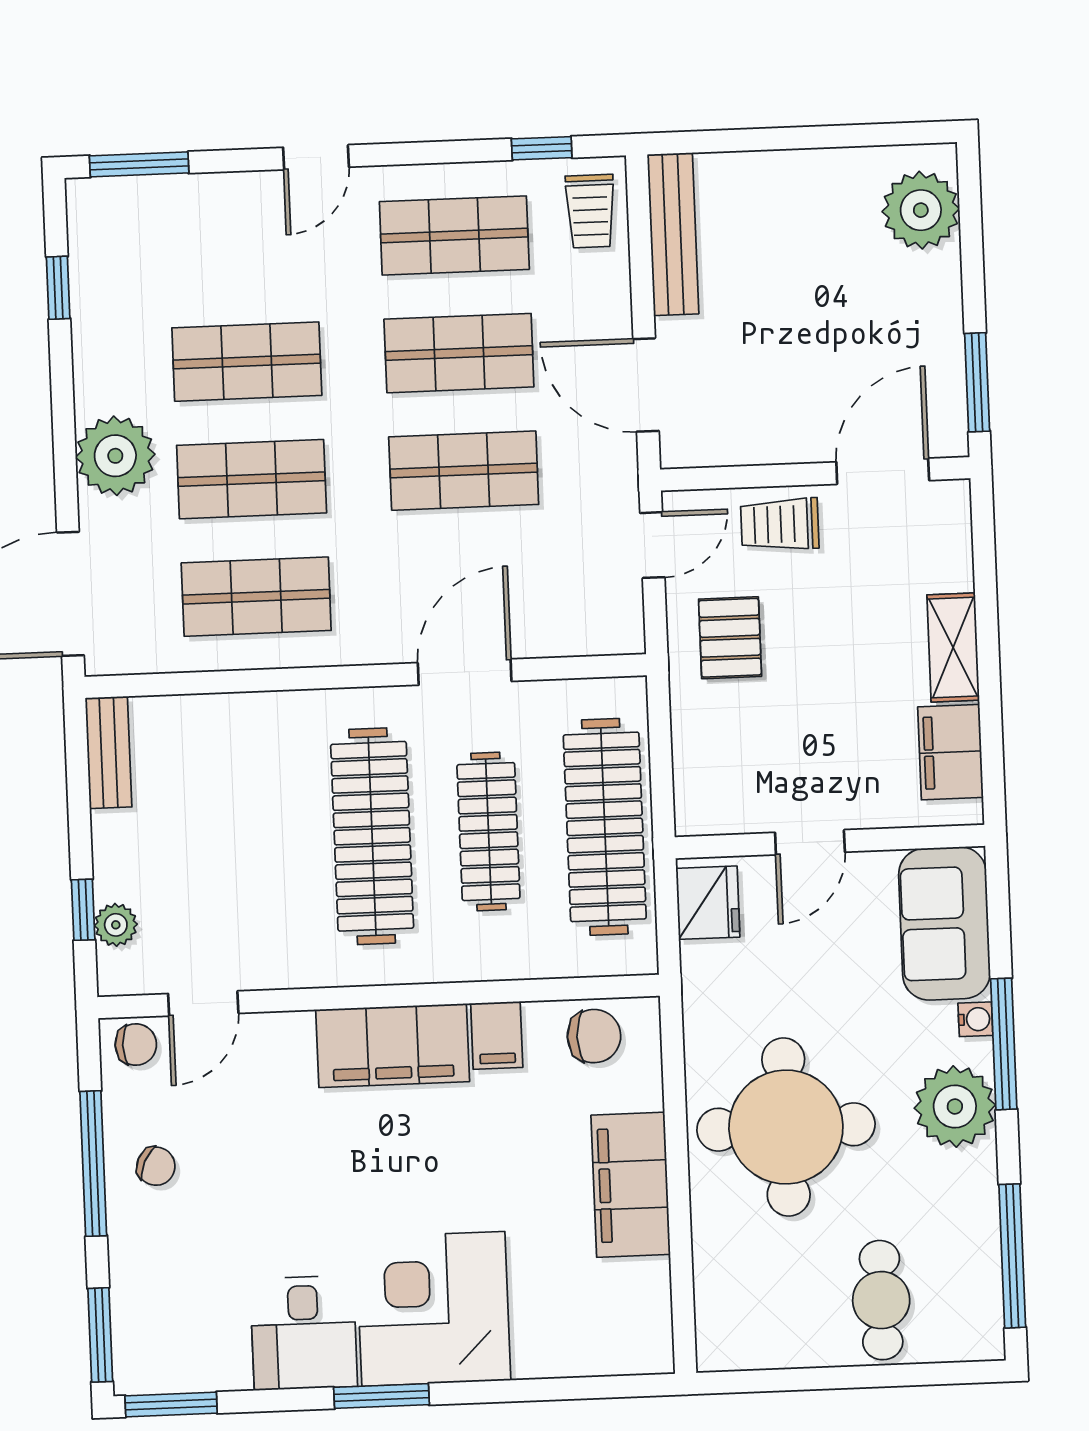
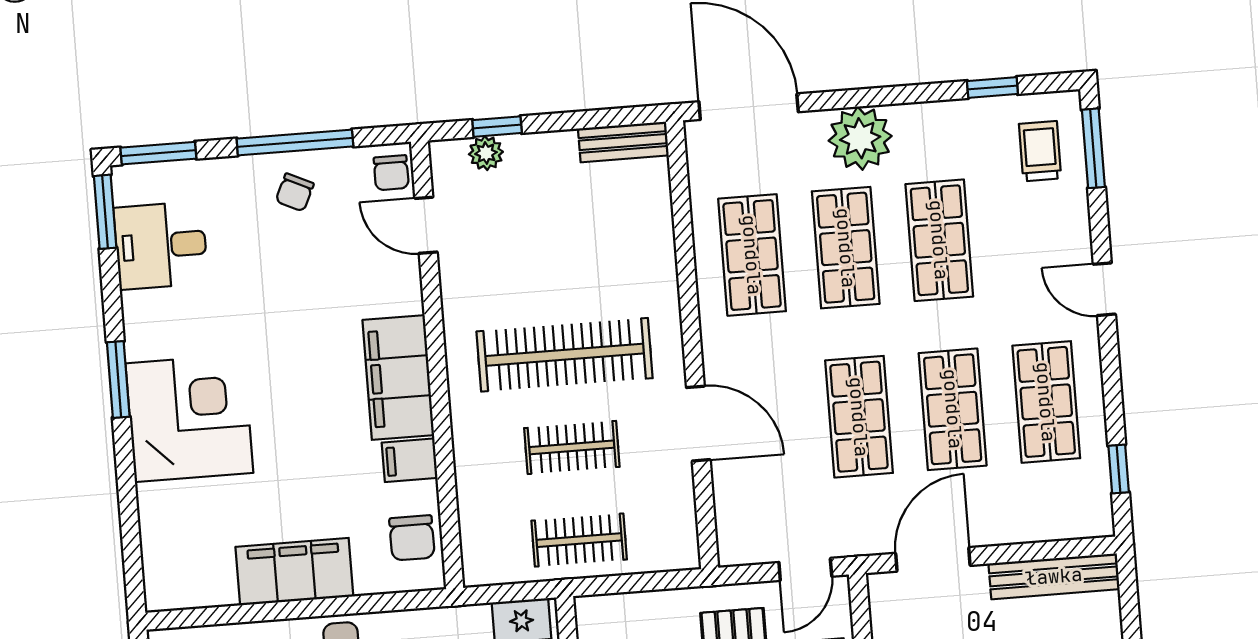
trolley: (590, 211) -> (1040, 151), moved, turned 90
door: (652, 545) -> (805, 569), hinge flipped
clothes rail: (605, 827) -> (579, 540), width x0.54, depth x0.76
clothes rail: (488, 832) -> (572, 447), width x0.73
desk: (304, 1333) -> (161, 245), moved

